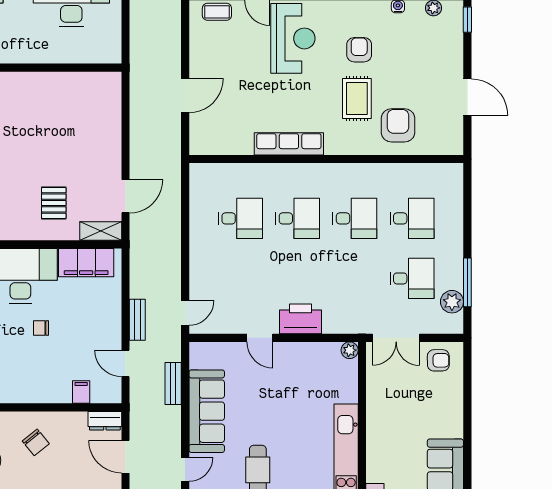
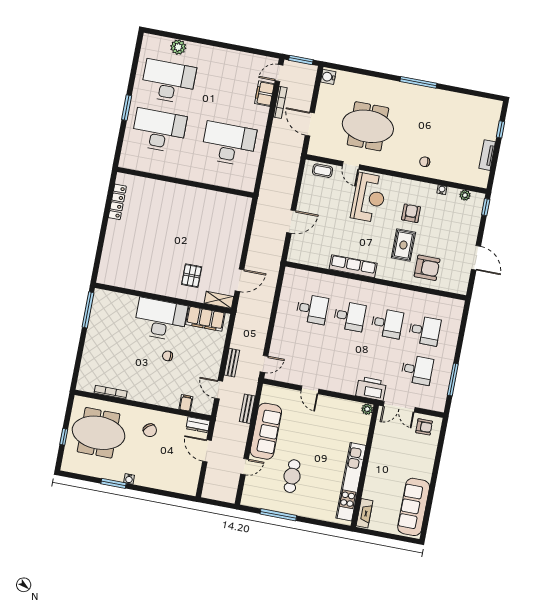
armchair: (398, 125) -> (427, 268), turned 90
plant: (452, 302) -> (440, 390), removed
printer: (301, 319) -> (371, 389), moved

